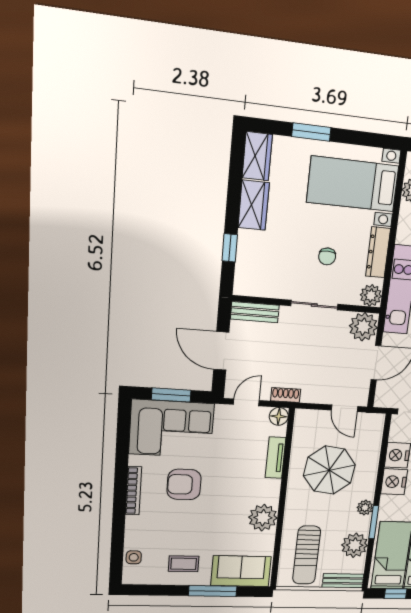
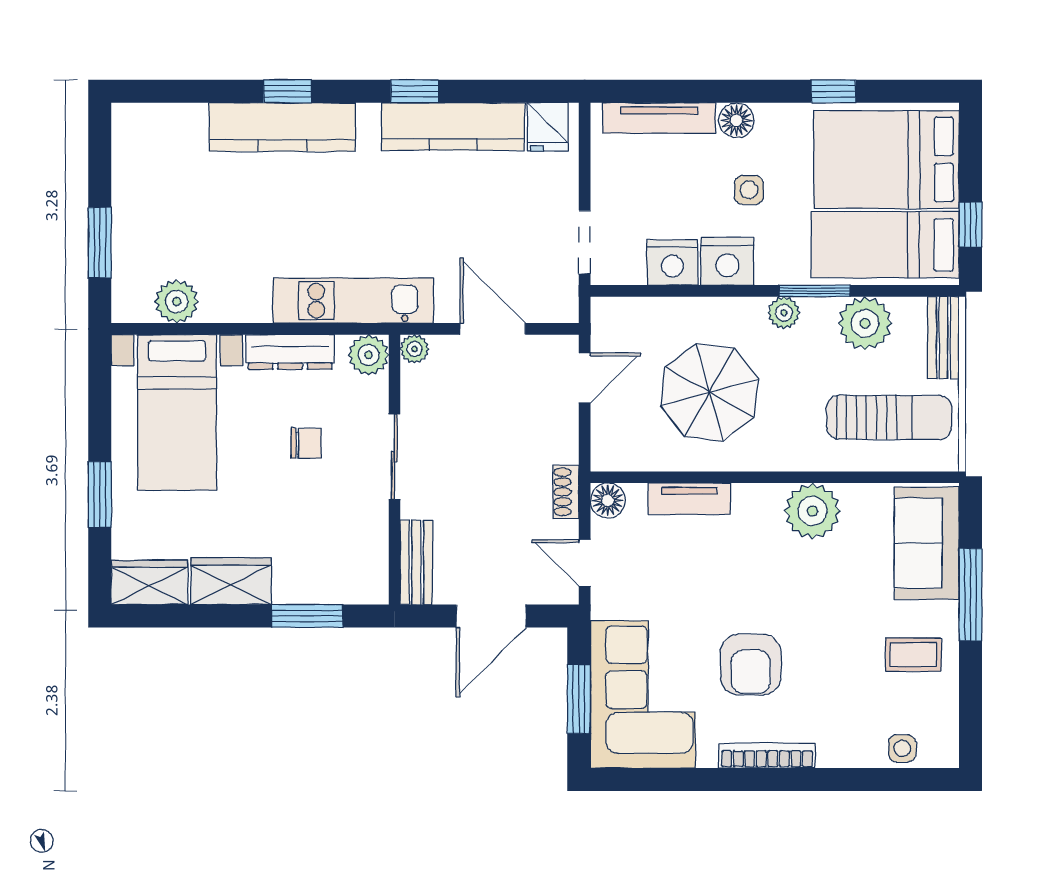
window: (230, 248) -> (307, 616), width x1.50
plant: (363, 327) -> (414, 349), width x0.53, depth x0.53
coffee table: (184, 564) -> (913, 655), turned 90

